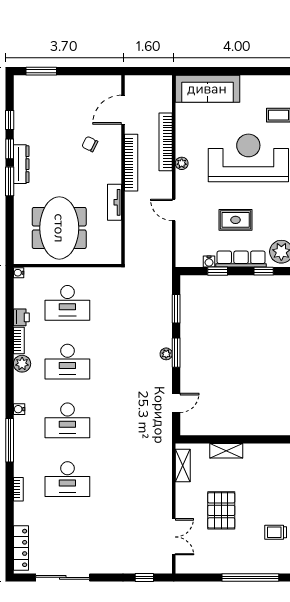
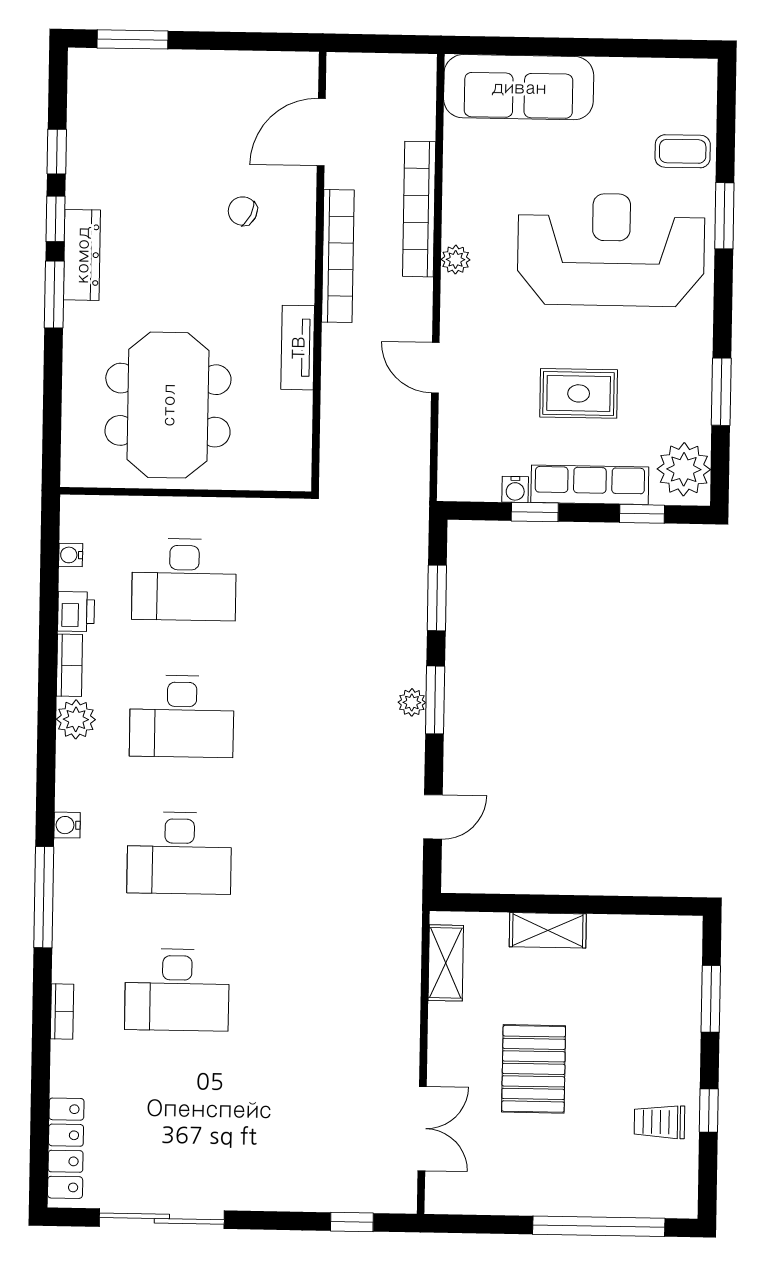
water cooler: (19, 273) -> (71, 555), moved

